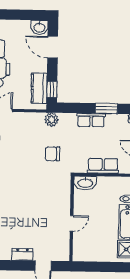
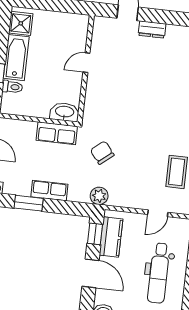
door: (53, 47) -> (90, 273), moved
chair: (52, 154) -> (102, 153), turned -129
row of seats: (103, 166) -> (57, 133), moved

